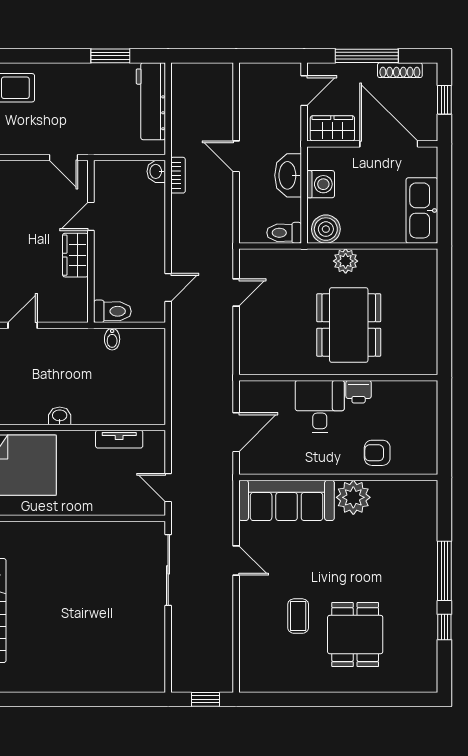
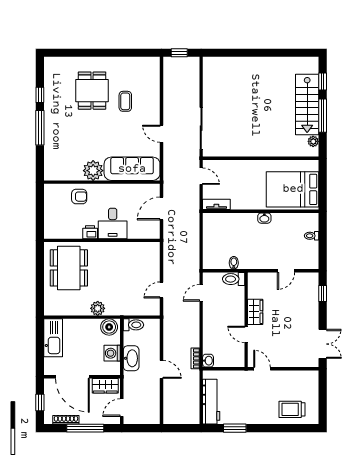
door: (91, 216) -> (246, 334), swing flipped
dining table: (349, 325) -> (69, 268), moved
tv unit: (119, 439) -> (216, 204), moved

